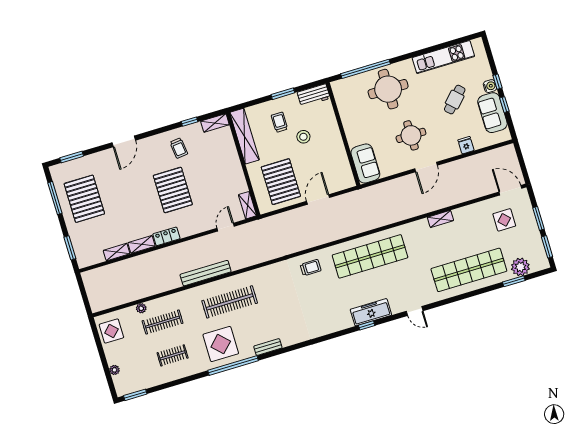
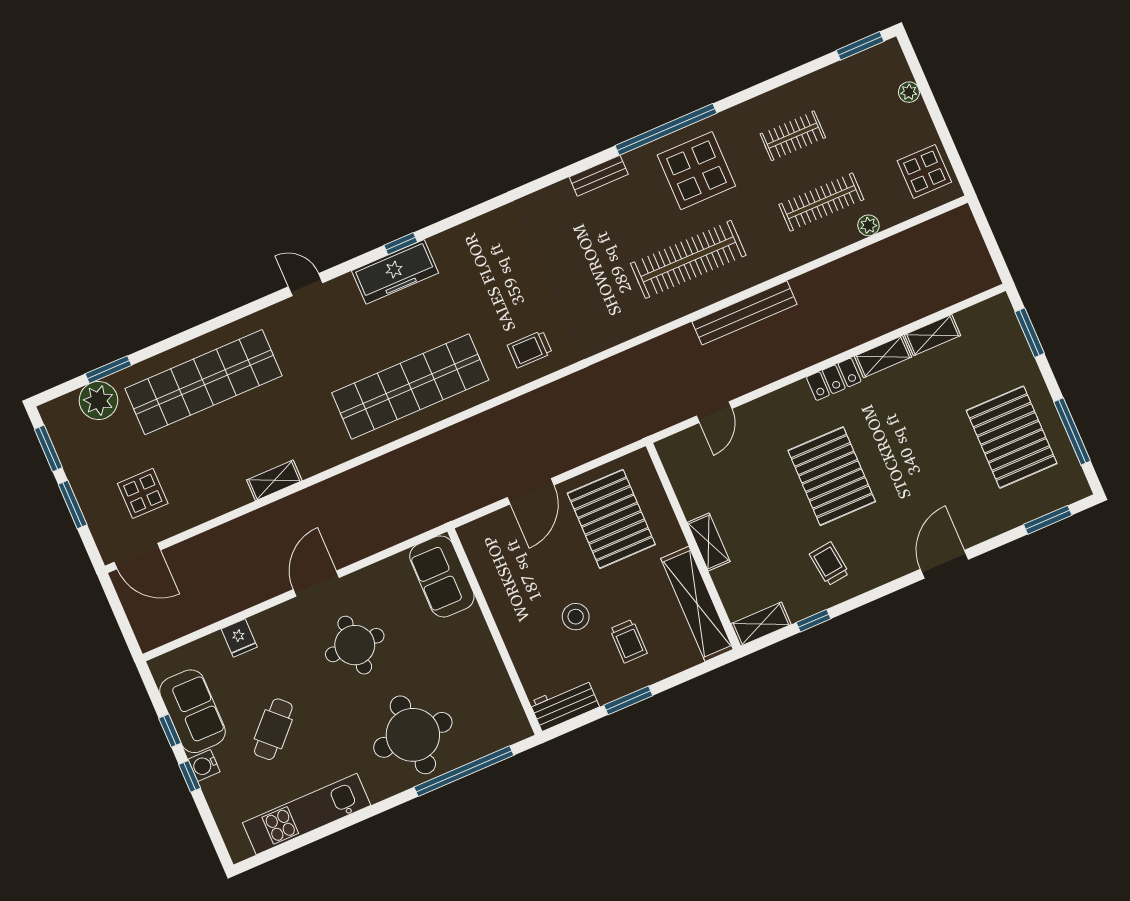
shelving: (247, 205) -> (709, 542), moved

